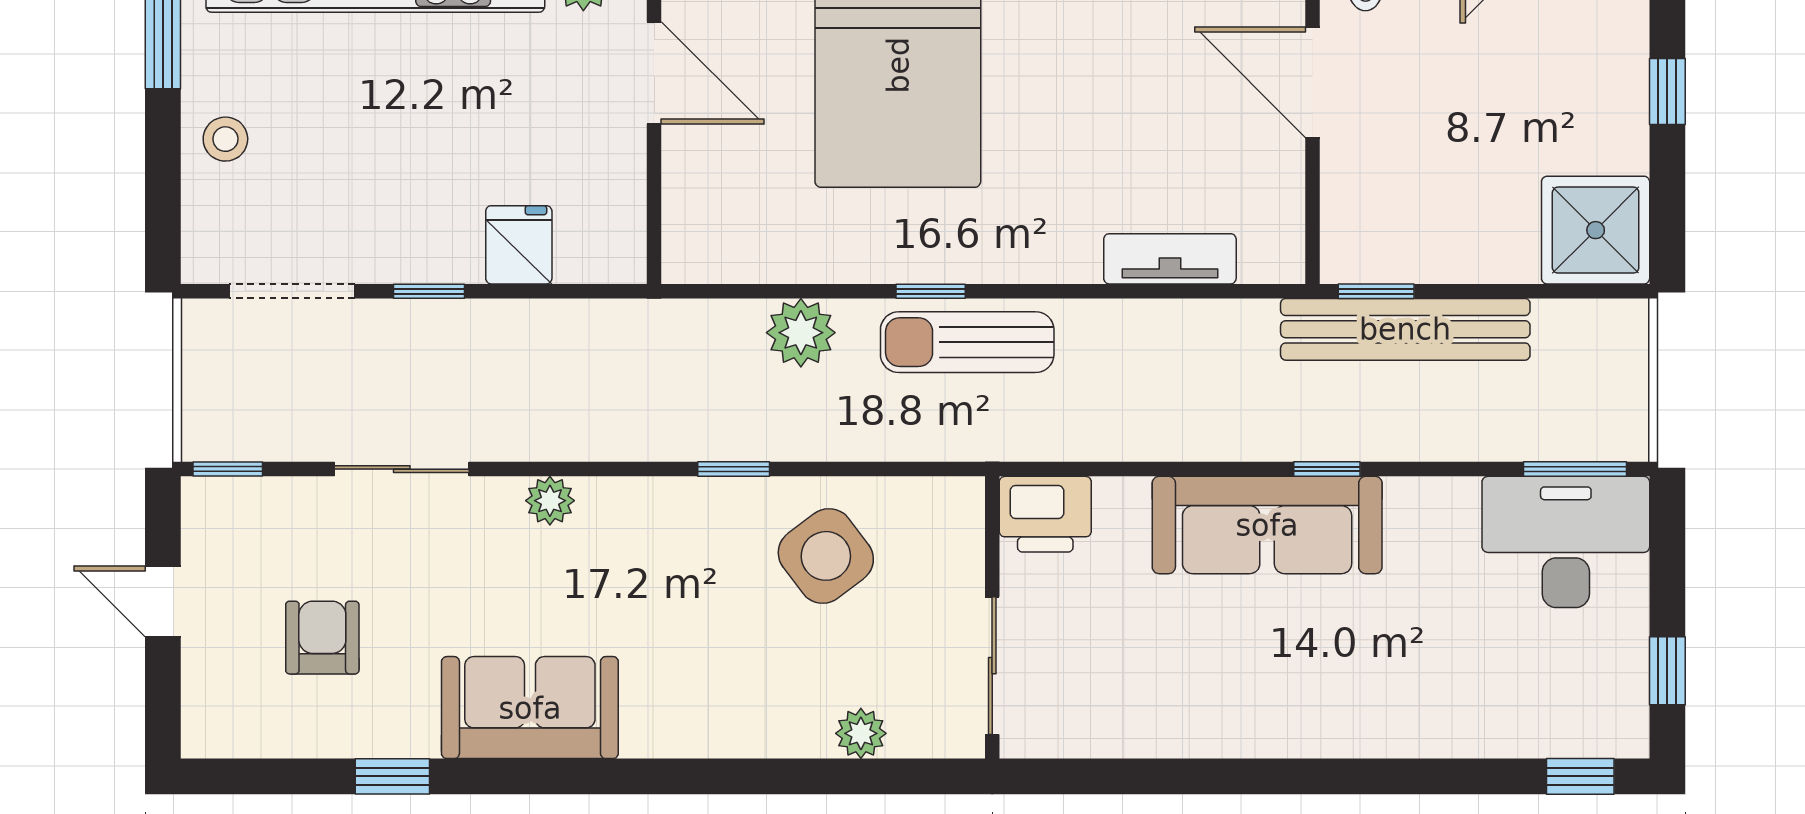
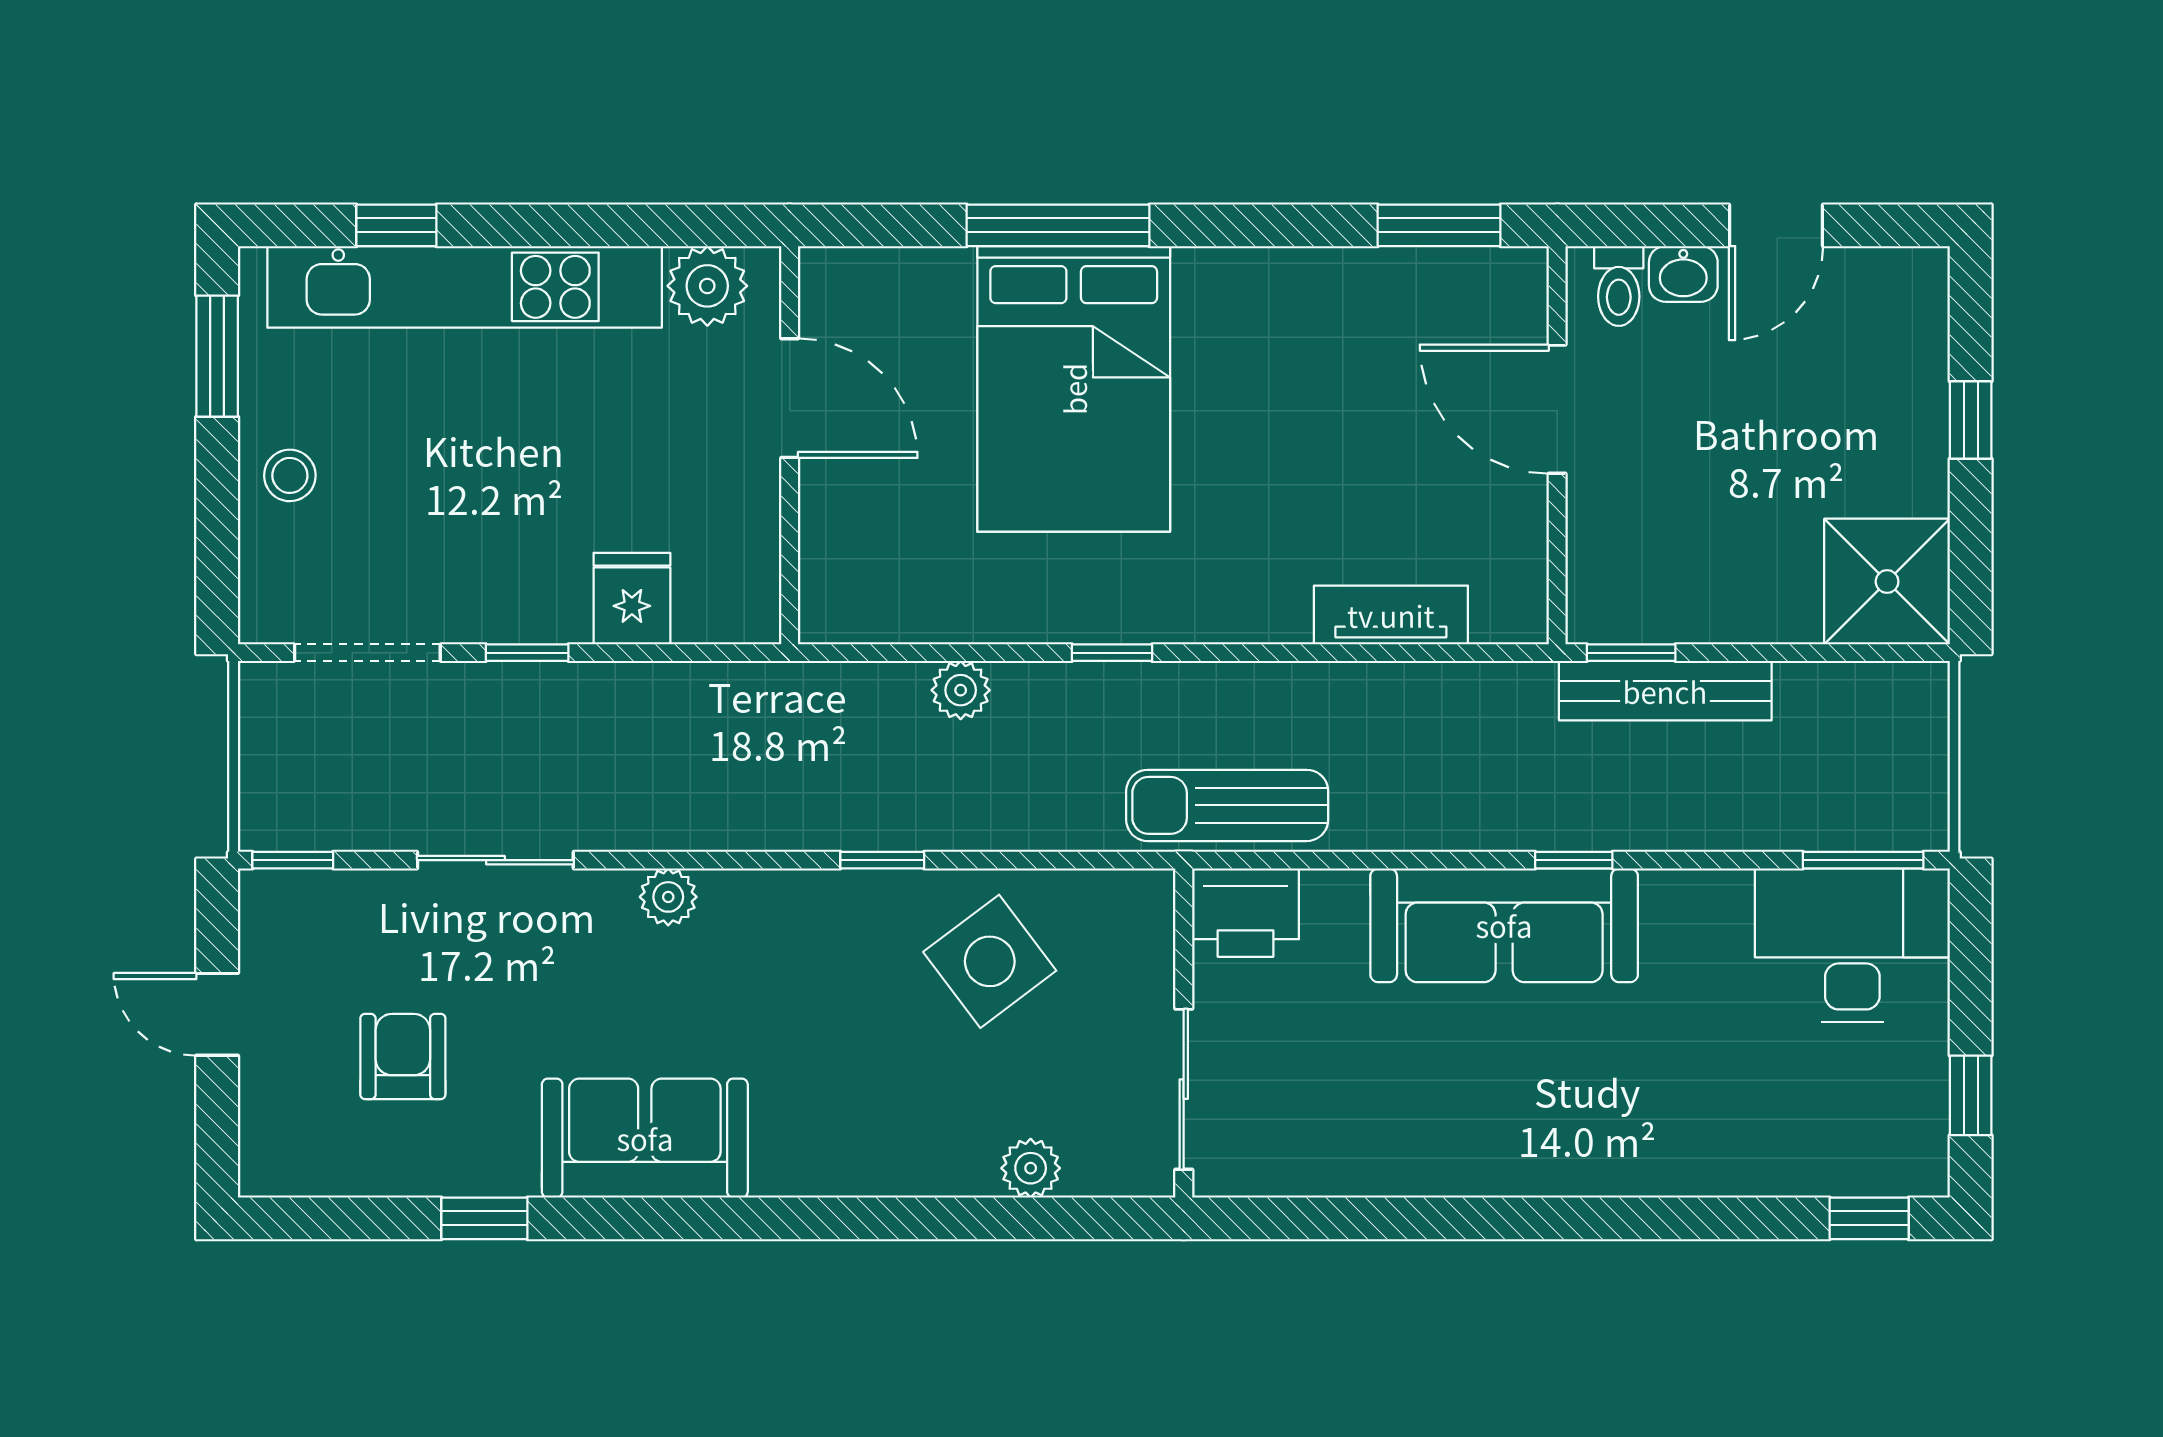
bench: (1405, 329) -> (1665, 691), width x0.73, depth x0.82
plant: (801, 333) -> (961, 690), width x0.73, depth x0.73
sun lounger: (967, 342) -> (1227, 805), moved

